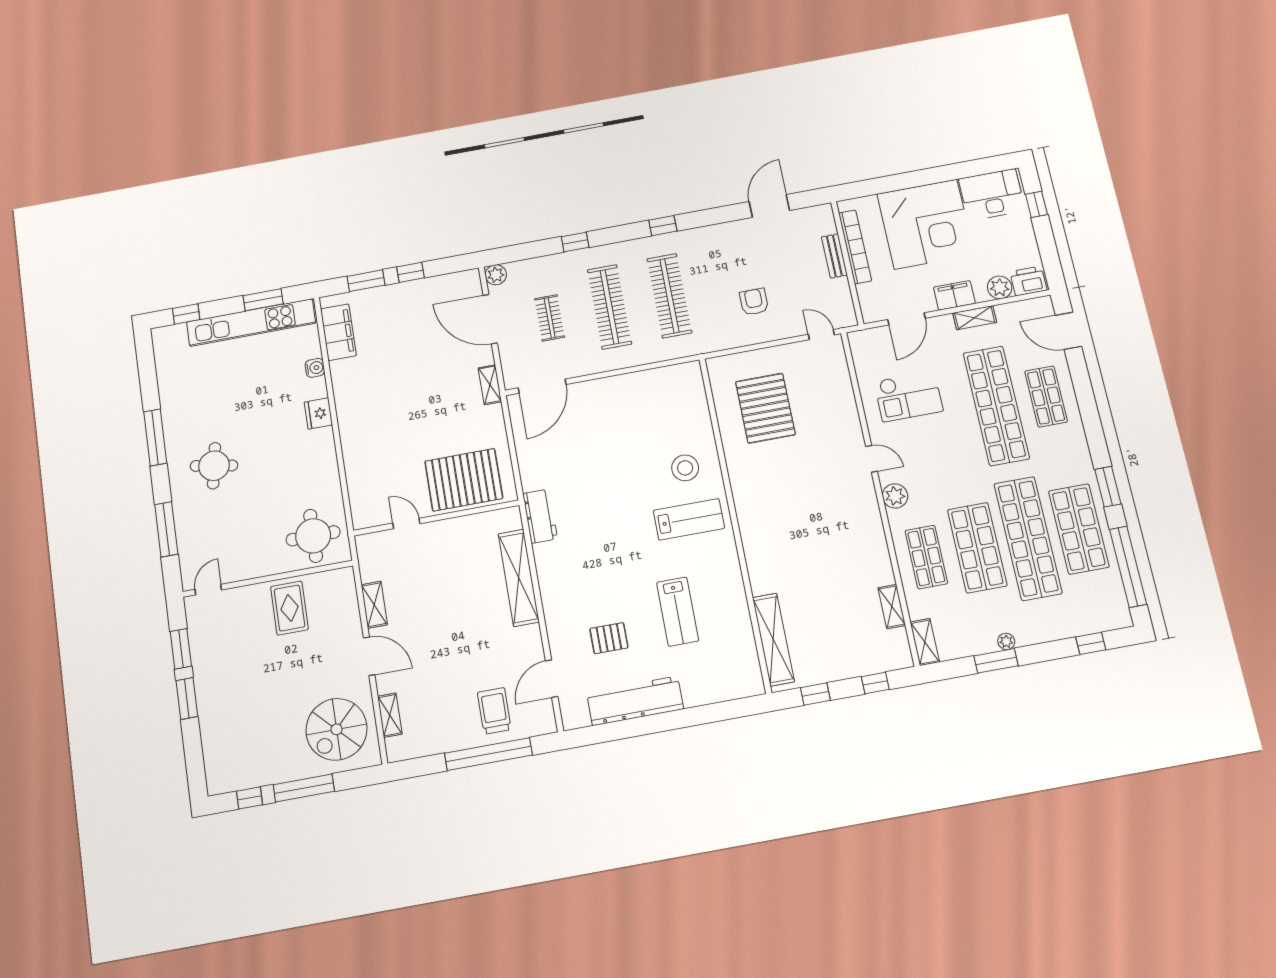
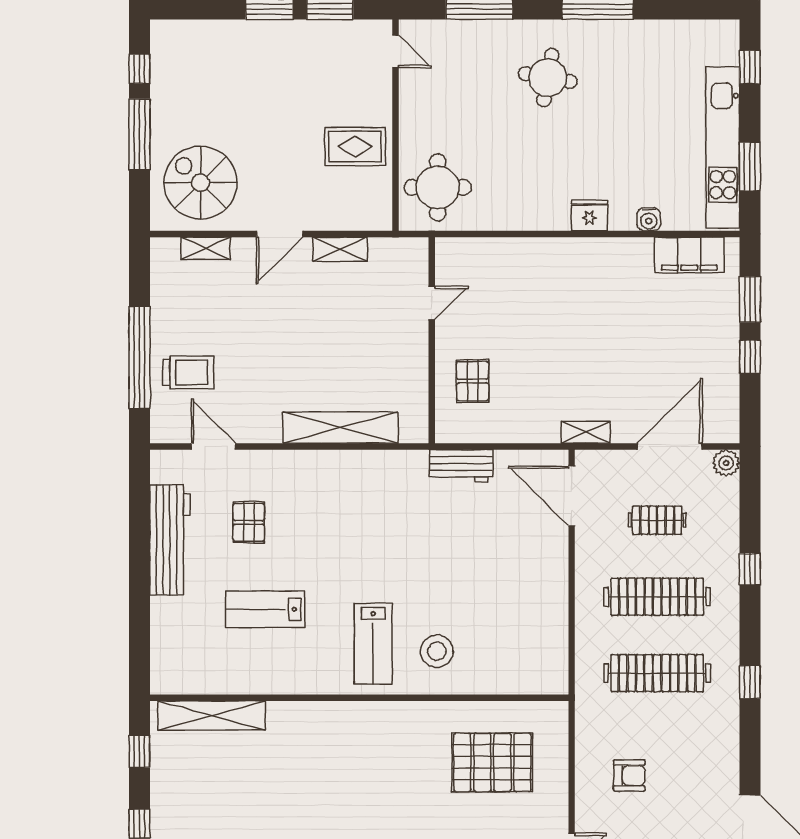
pallet: (464, 480) -> (473, 381), width x0.49, depth x0.50
workbench: (540, 516) -> (461, 466), moved

